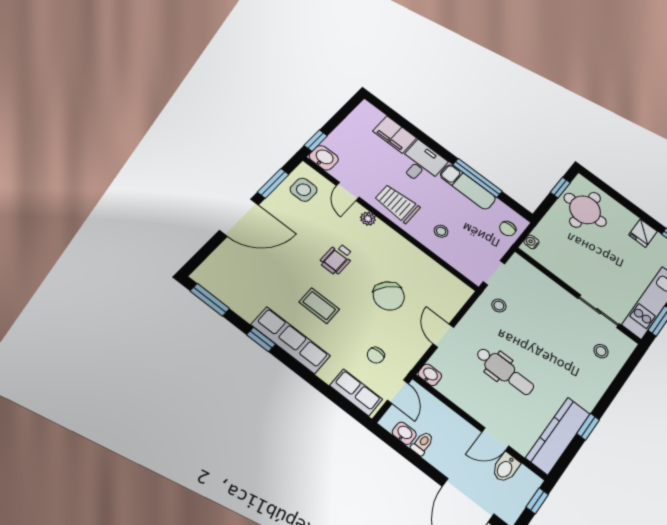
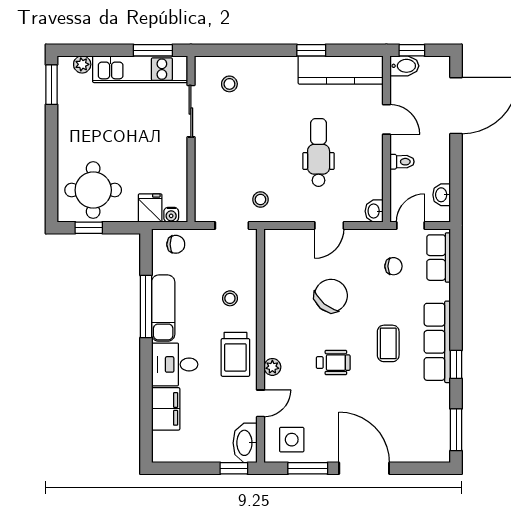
washbasin: (324, 158) -> (245, 443), width x1.38
fridge: (643, 233) -> (150, 208), moved, turned -90
toilet: (422, 443) -> (402, 162), moved, turned 180
bidet: (506, 468) -> (404, 66), moved

